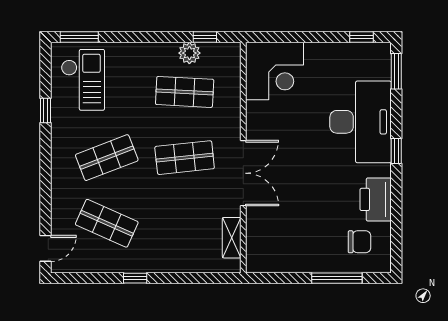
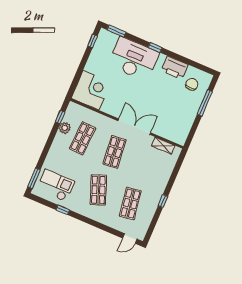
shop shelf: (107, 223) -> (130, 203), turned -33
door: (45, 248) -> (130, 239), swing flipped

